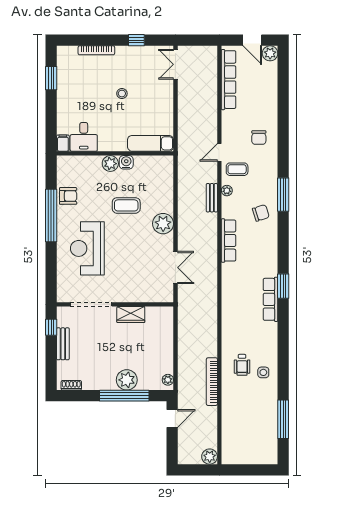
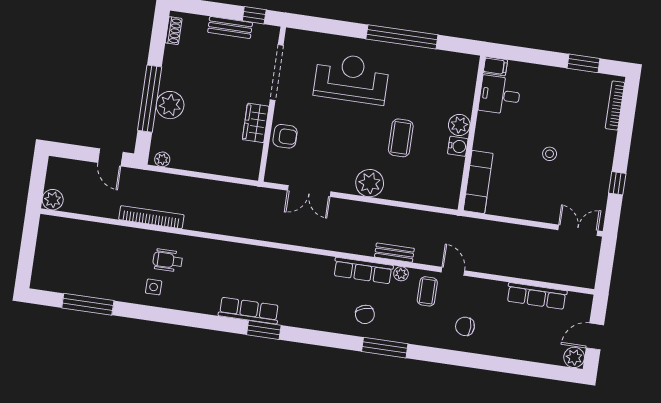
bookcase: (96, 50) -> (615, 106), moved
row of seats: (229, 80) -> (537, 296), width x0.73
armchair: (68, 196) -> (285, 136), moved, turned -90
row of seats: (229, 241) -> (363, 271), moved

